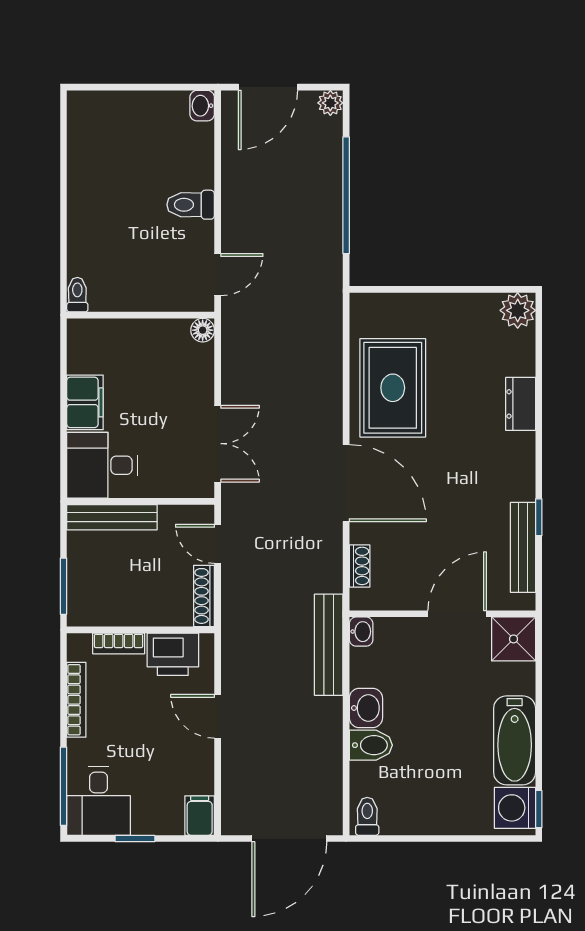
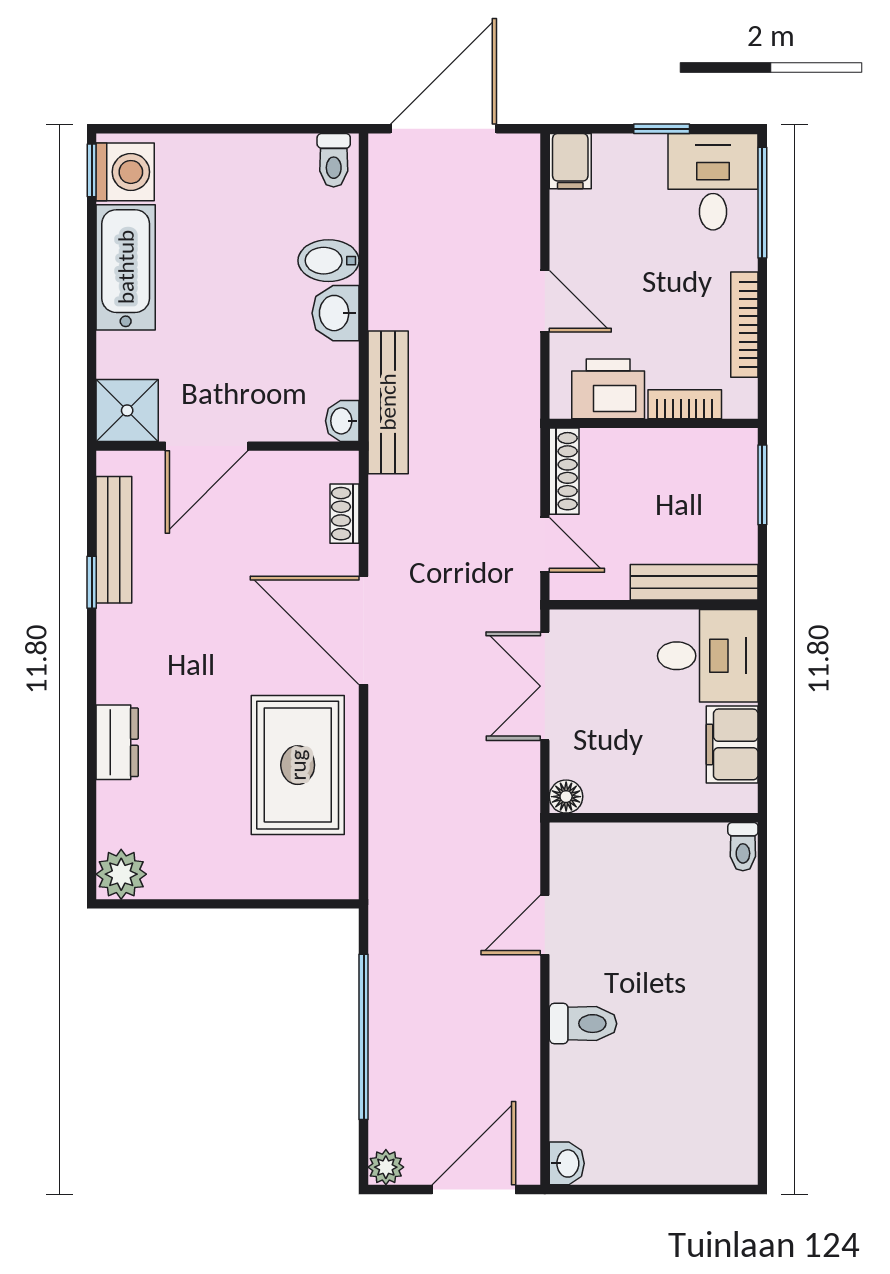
toilet: (77, 295) -> (743, 847), moved
wall: (141, 315) -> (654, 818), moved
floor lamp: (203, 330) -> (566, 797), moved

